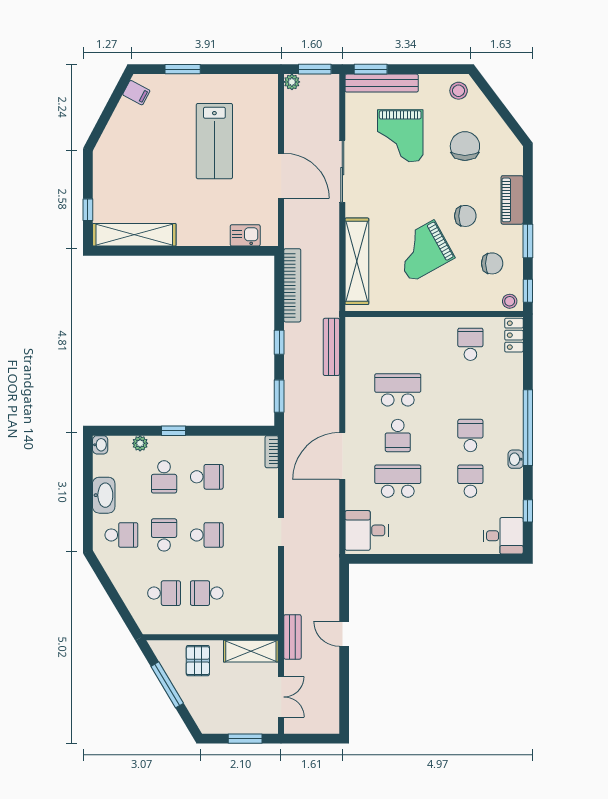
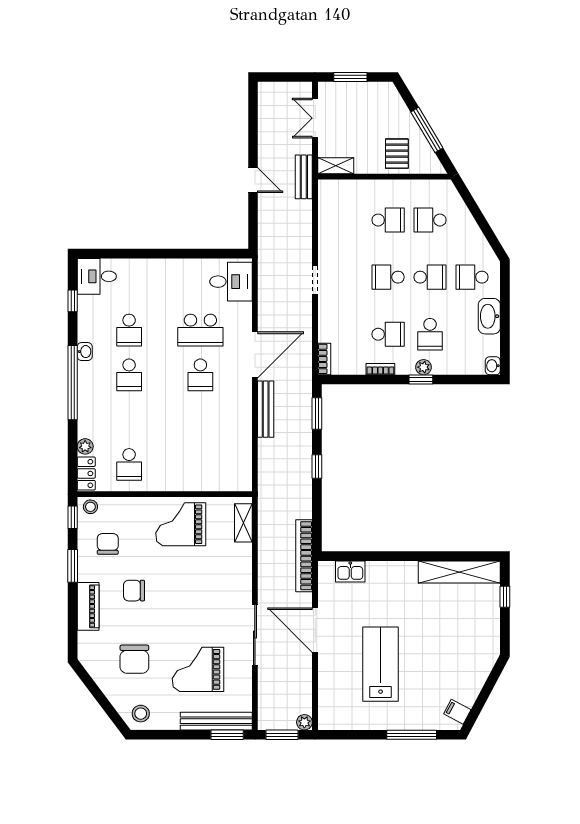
window: (183, 69) -> (412, 735), width x1.44
grand piano: (400, 136) -> (198, 669), turned -90
grand piano: (422, 251) -> (181, 524), moved, turned -151
shelving: (357, 261) -> (243, 523), width x0.45, depth x0.75
chair: (492, 263) -> (108, 544), turned 90
bookcase: (292, 285) -> (304, 556), moved
bench: (331, 347) -> (266, 409), moved
plant: (515, 363) -> (85, 446), added
school desk: (398, 390) -> (200, 420), removed
school desk: (398, 436) -> (200, 375), turned 180
bookcase: (215, 441) -> (380, 369), added
plant: (140, 443) -> (424, 367), moved
school desk: (164, 477) -> (430, 334), turned 180
school desk: (207, 477) -> (388, 334), turned 180
school desk: (164, 535) -> (430, 277), turned -90
shelving: (251, 651) -> (336, 166), width x0.67, depth x0.75

